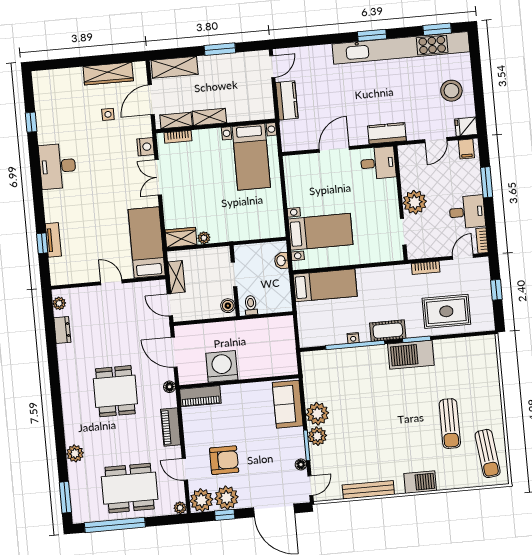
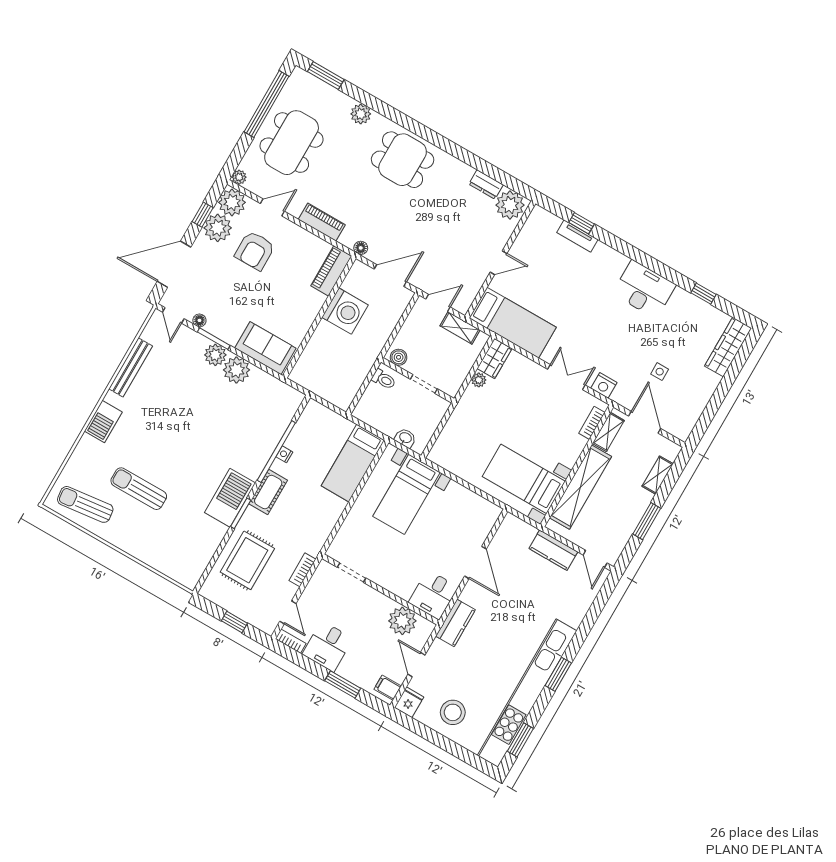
shelving: (175, 67) -> (658, 475), width x0.67, depth x0.75
wardrobe: (108, 74) -> (728, 347), moved
shelving: (209, 117) -> (580, 487), width x2.20, depth x1.33
plant: (415, 202) -> (402, 621), moved
plant: (59, 303) -> (510, 205), width x1.87, depth x1.87
dining table: (115, 391) -> (403, 160), moved

